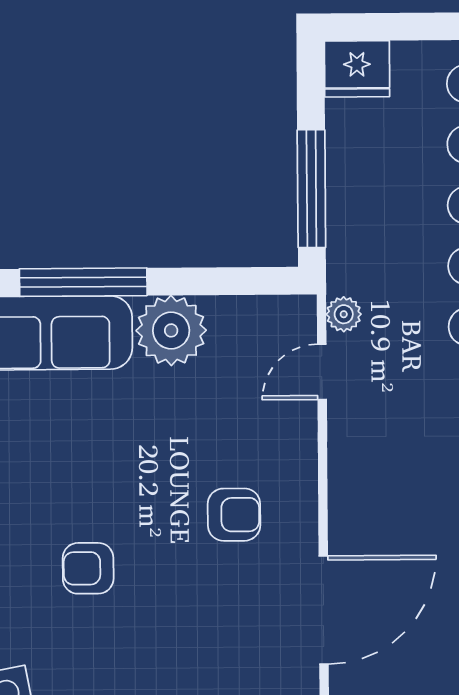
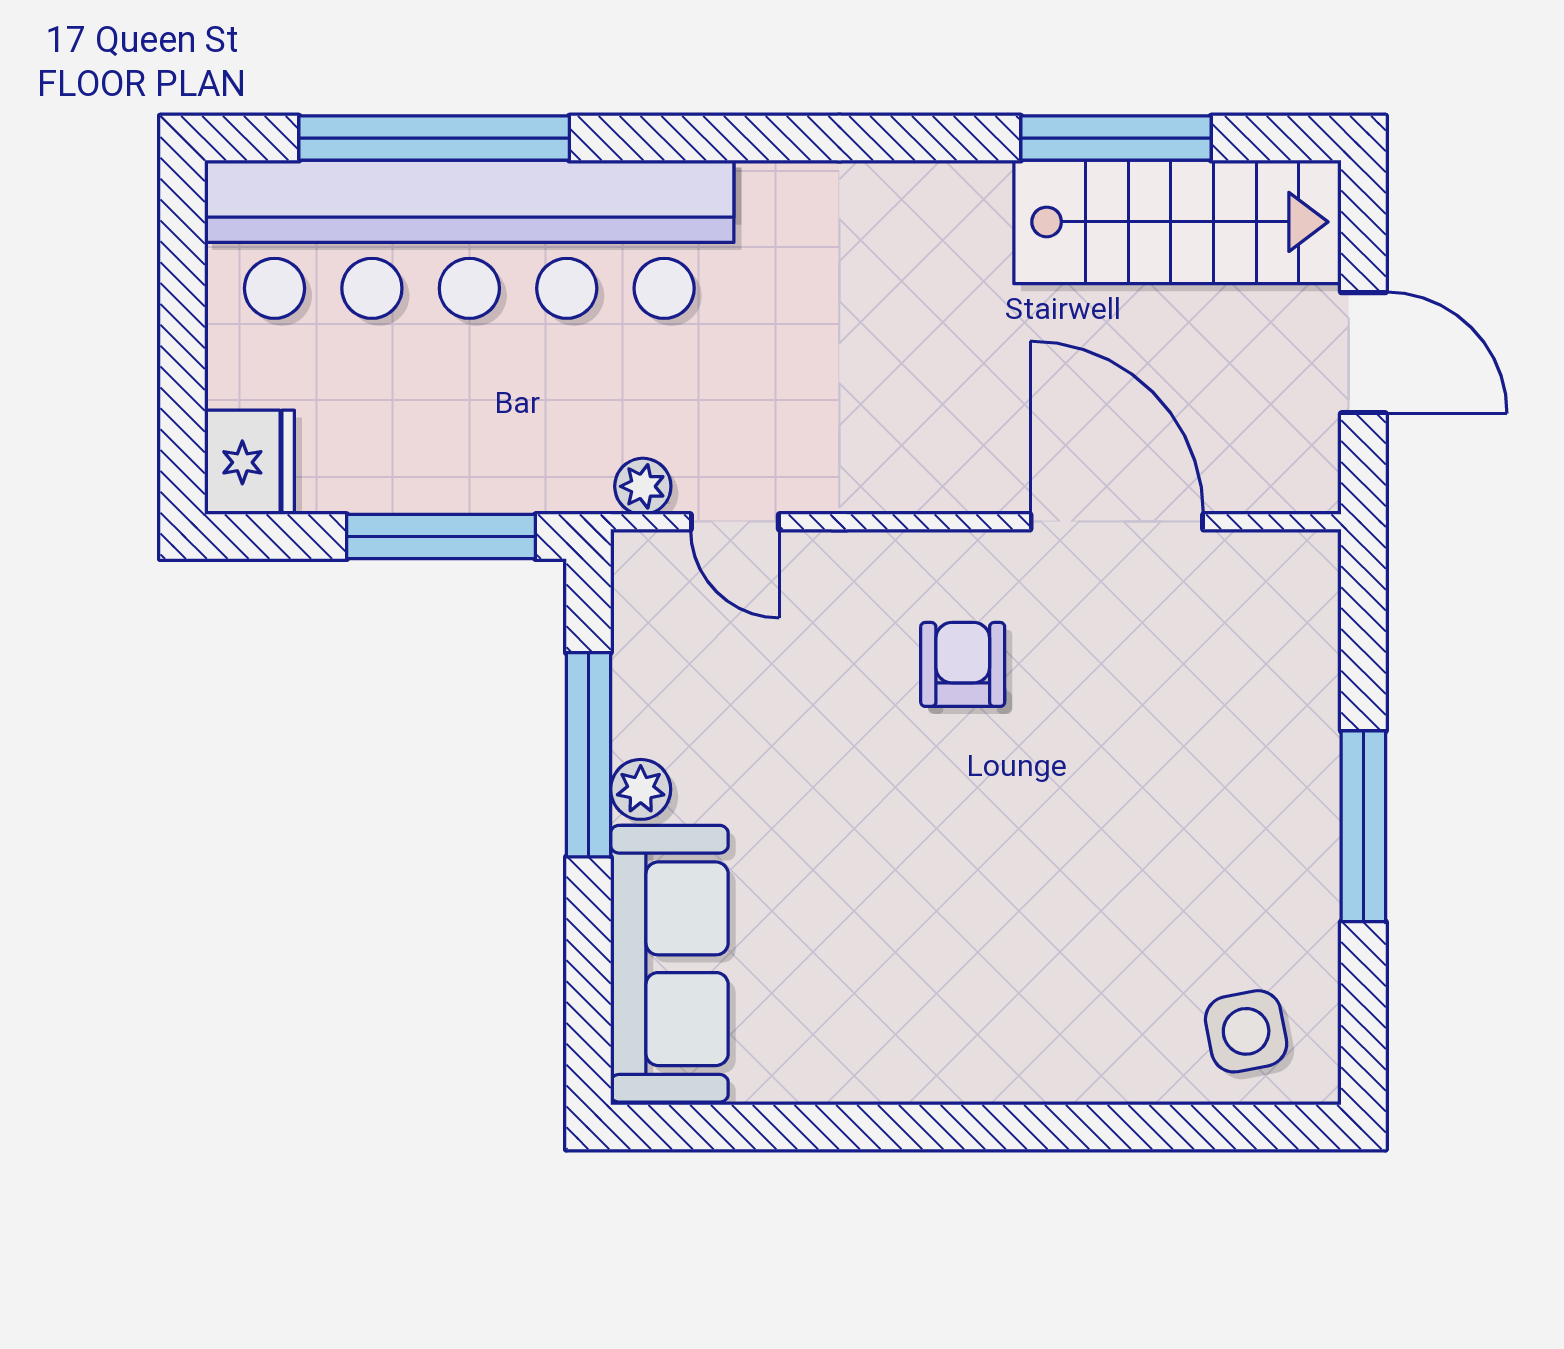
window: (83, 282) -> (588, 755), moved
plant: (171, 330) -> (641, 789), width x0.53, depth x0.53
armchair: (88, 568) -> (1047, 899), removed

